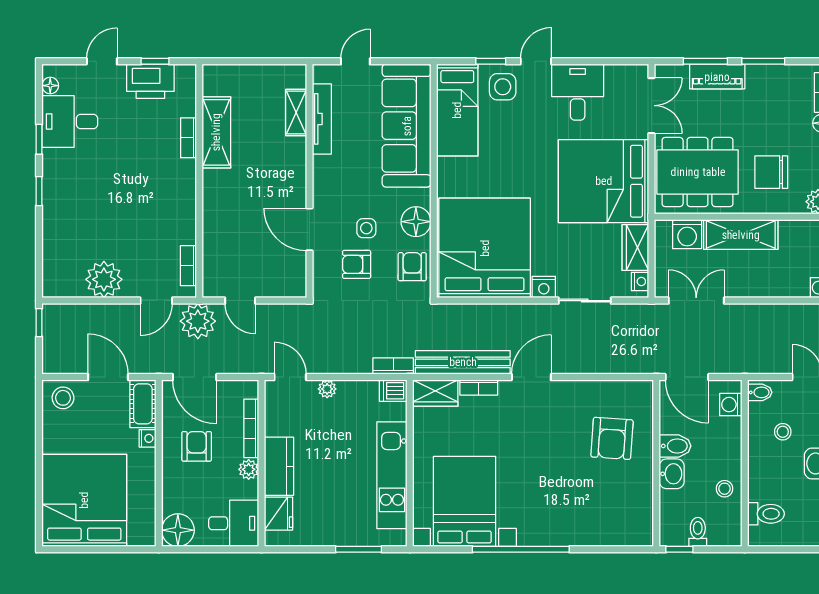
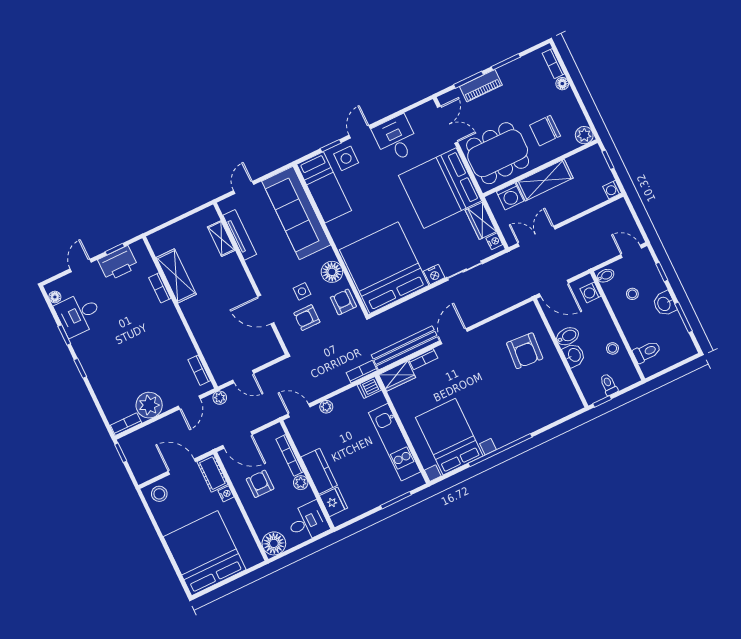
bookcase: (63, 289) -> (126, 424), added
plant: (198, 321) -> (220, 398), width x0.53, depth x0.53

